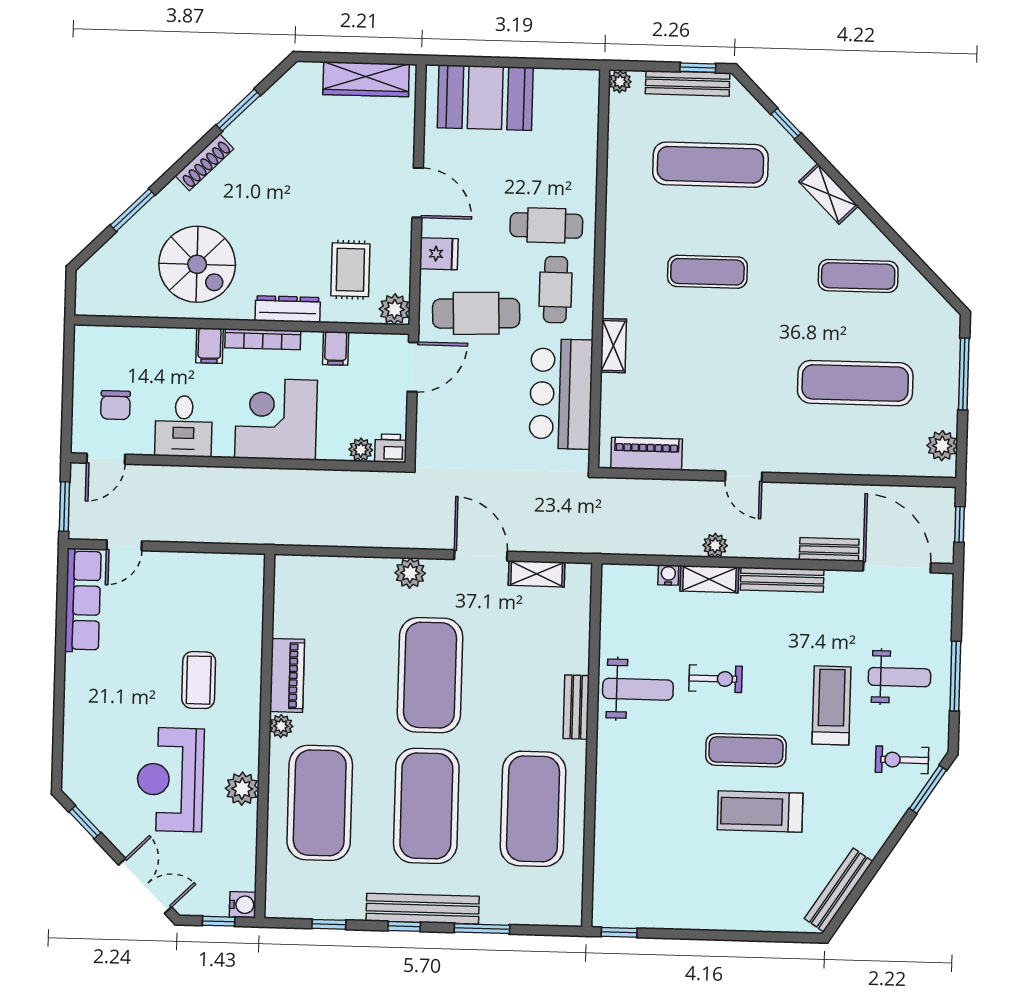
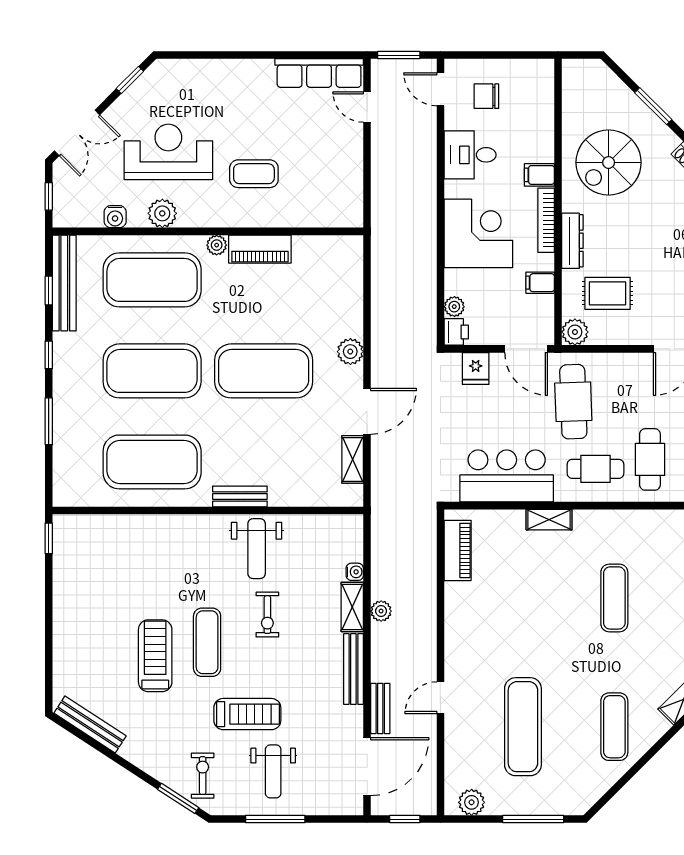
fridge: (439, 254) -> (476, 368), moved
door: (744, 477) -> (440, 698), moved
water cooler: (243, 905) -> (115, 217), moved
bench: (423, 909) -> (64, 283), moved

